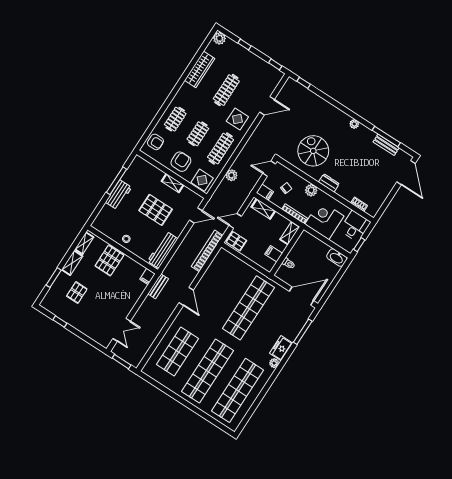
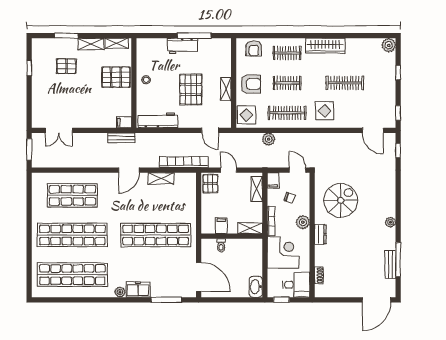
wardrobe: (200, 69) -> (325, 46), moved
door: (267, 106) -> (373, 130), moved
shelving: (208, 276) -> (161, 178), added

